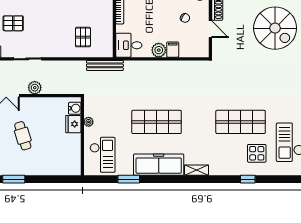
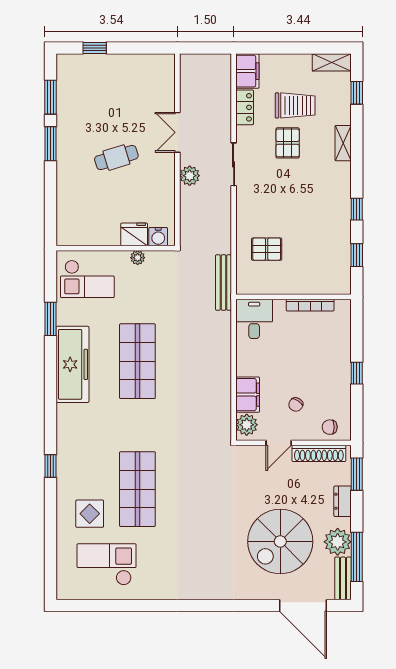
plant: (159, 50) -> (247, 425), moved
filing cabinet: (173, 50) -> (248, 395), width x2.00
shelving: (197, 170) -> (64, 422), removed
window: (248, 179) -> (50, 466), moved

